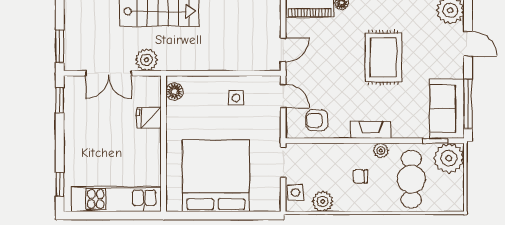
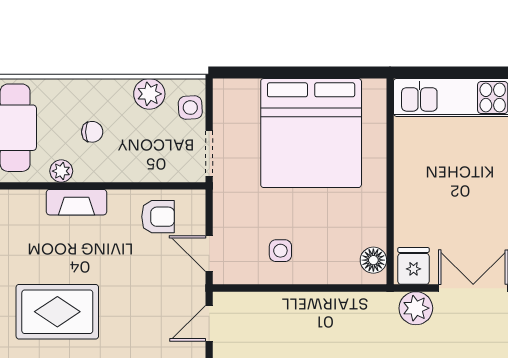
rug: (383, 58) -> (57, 312), turned 90
fridge: (149, 118) -> (414, 266), moved, turned -90

